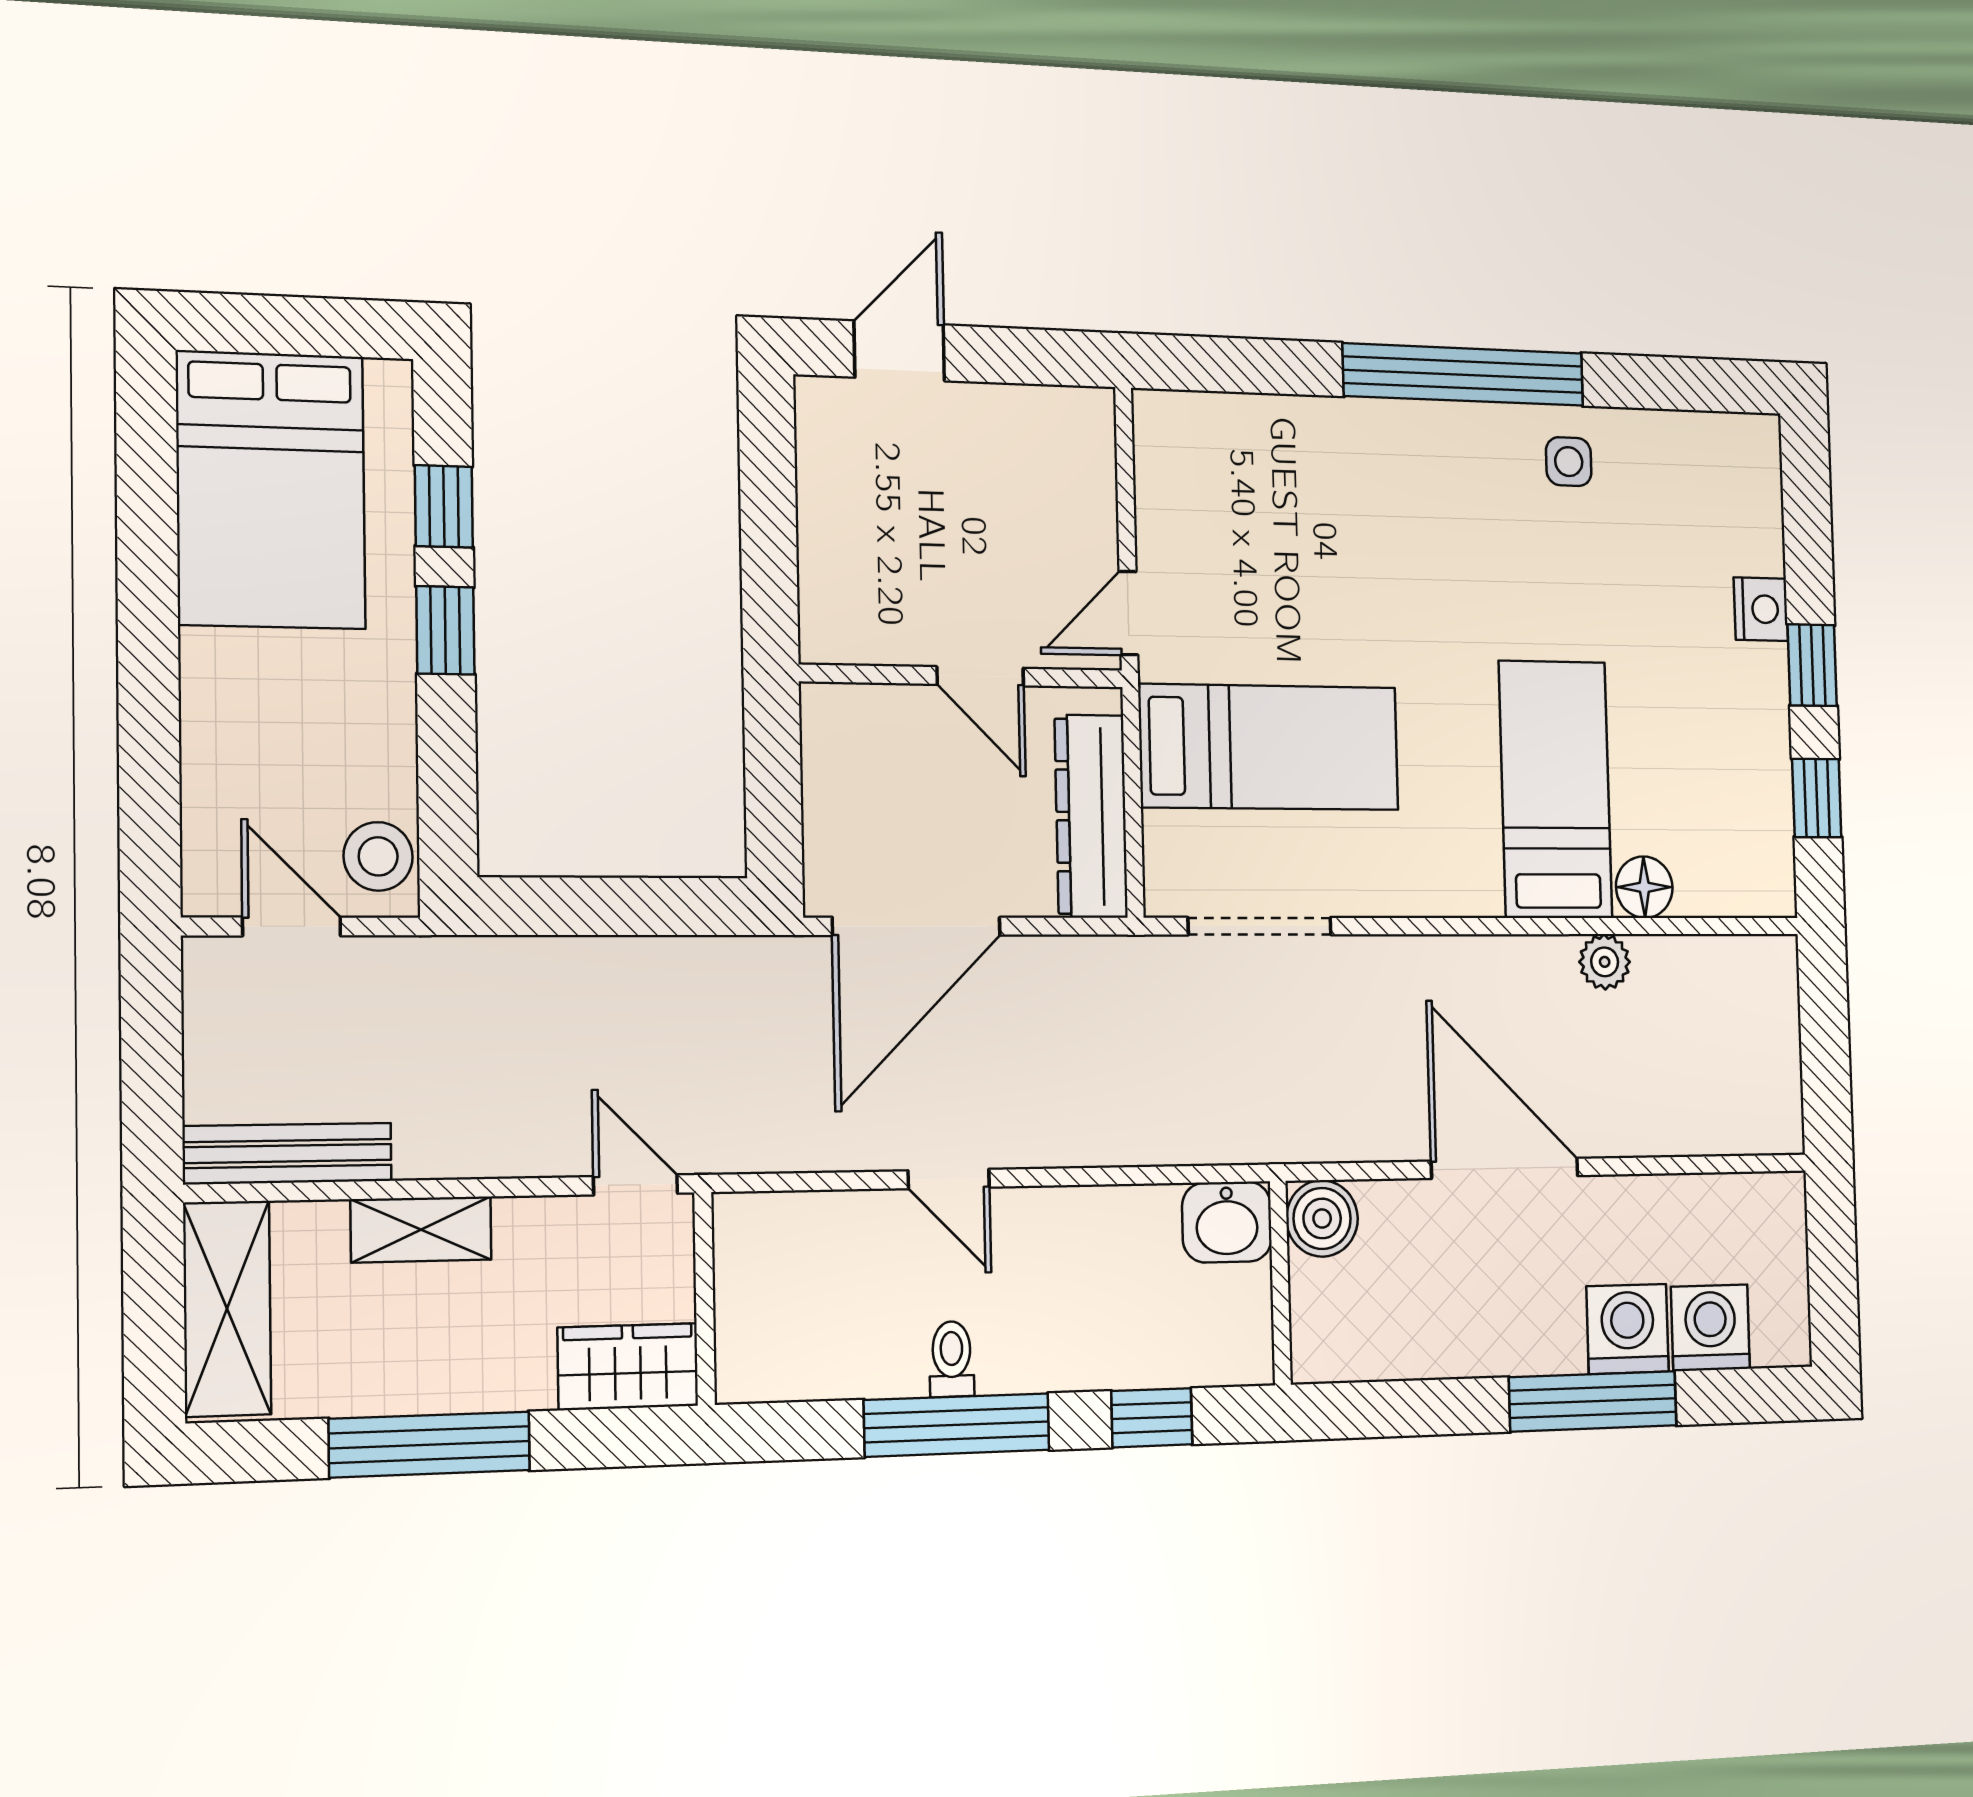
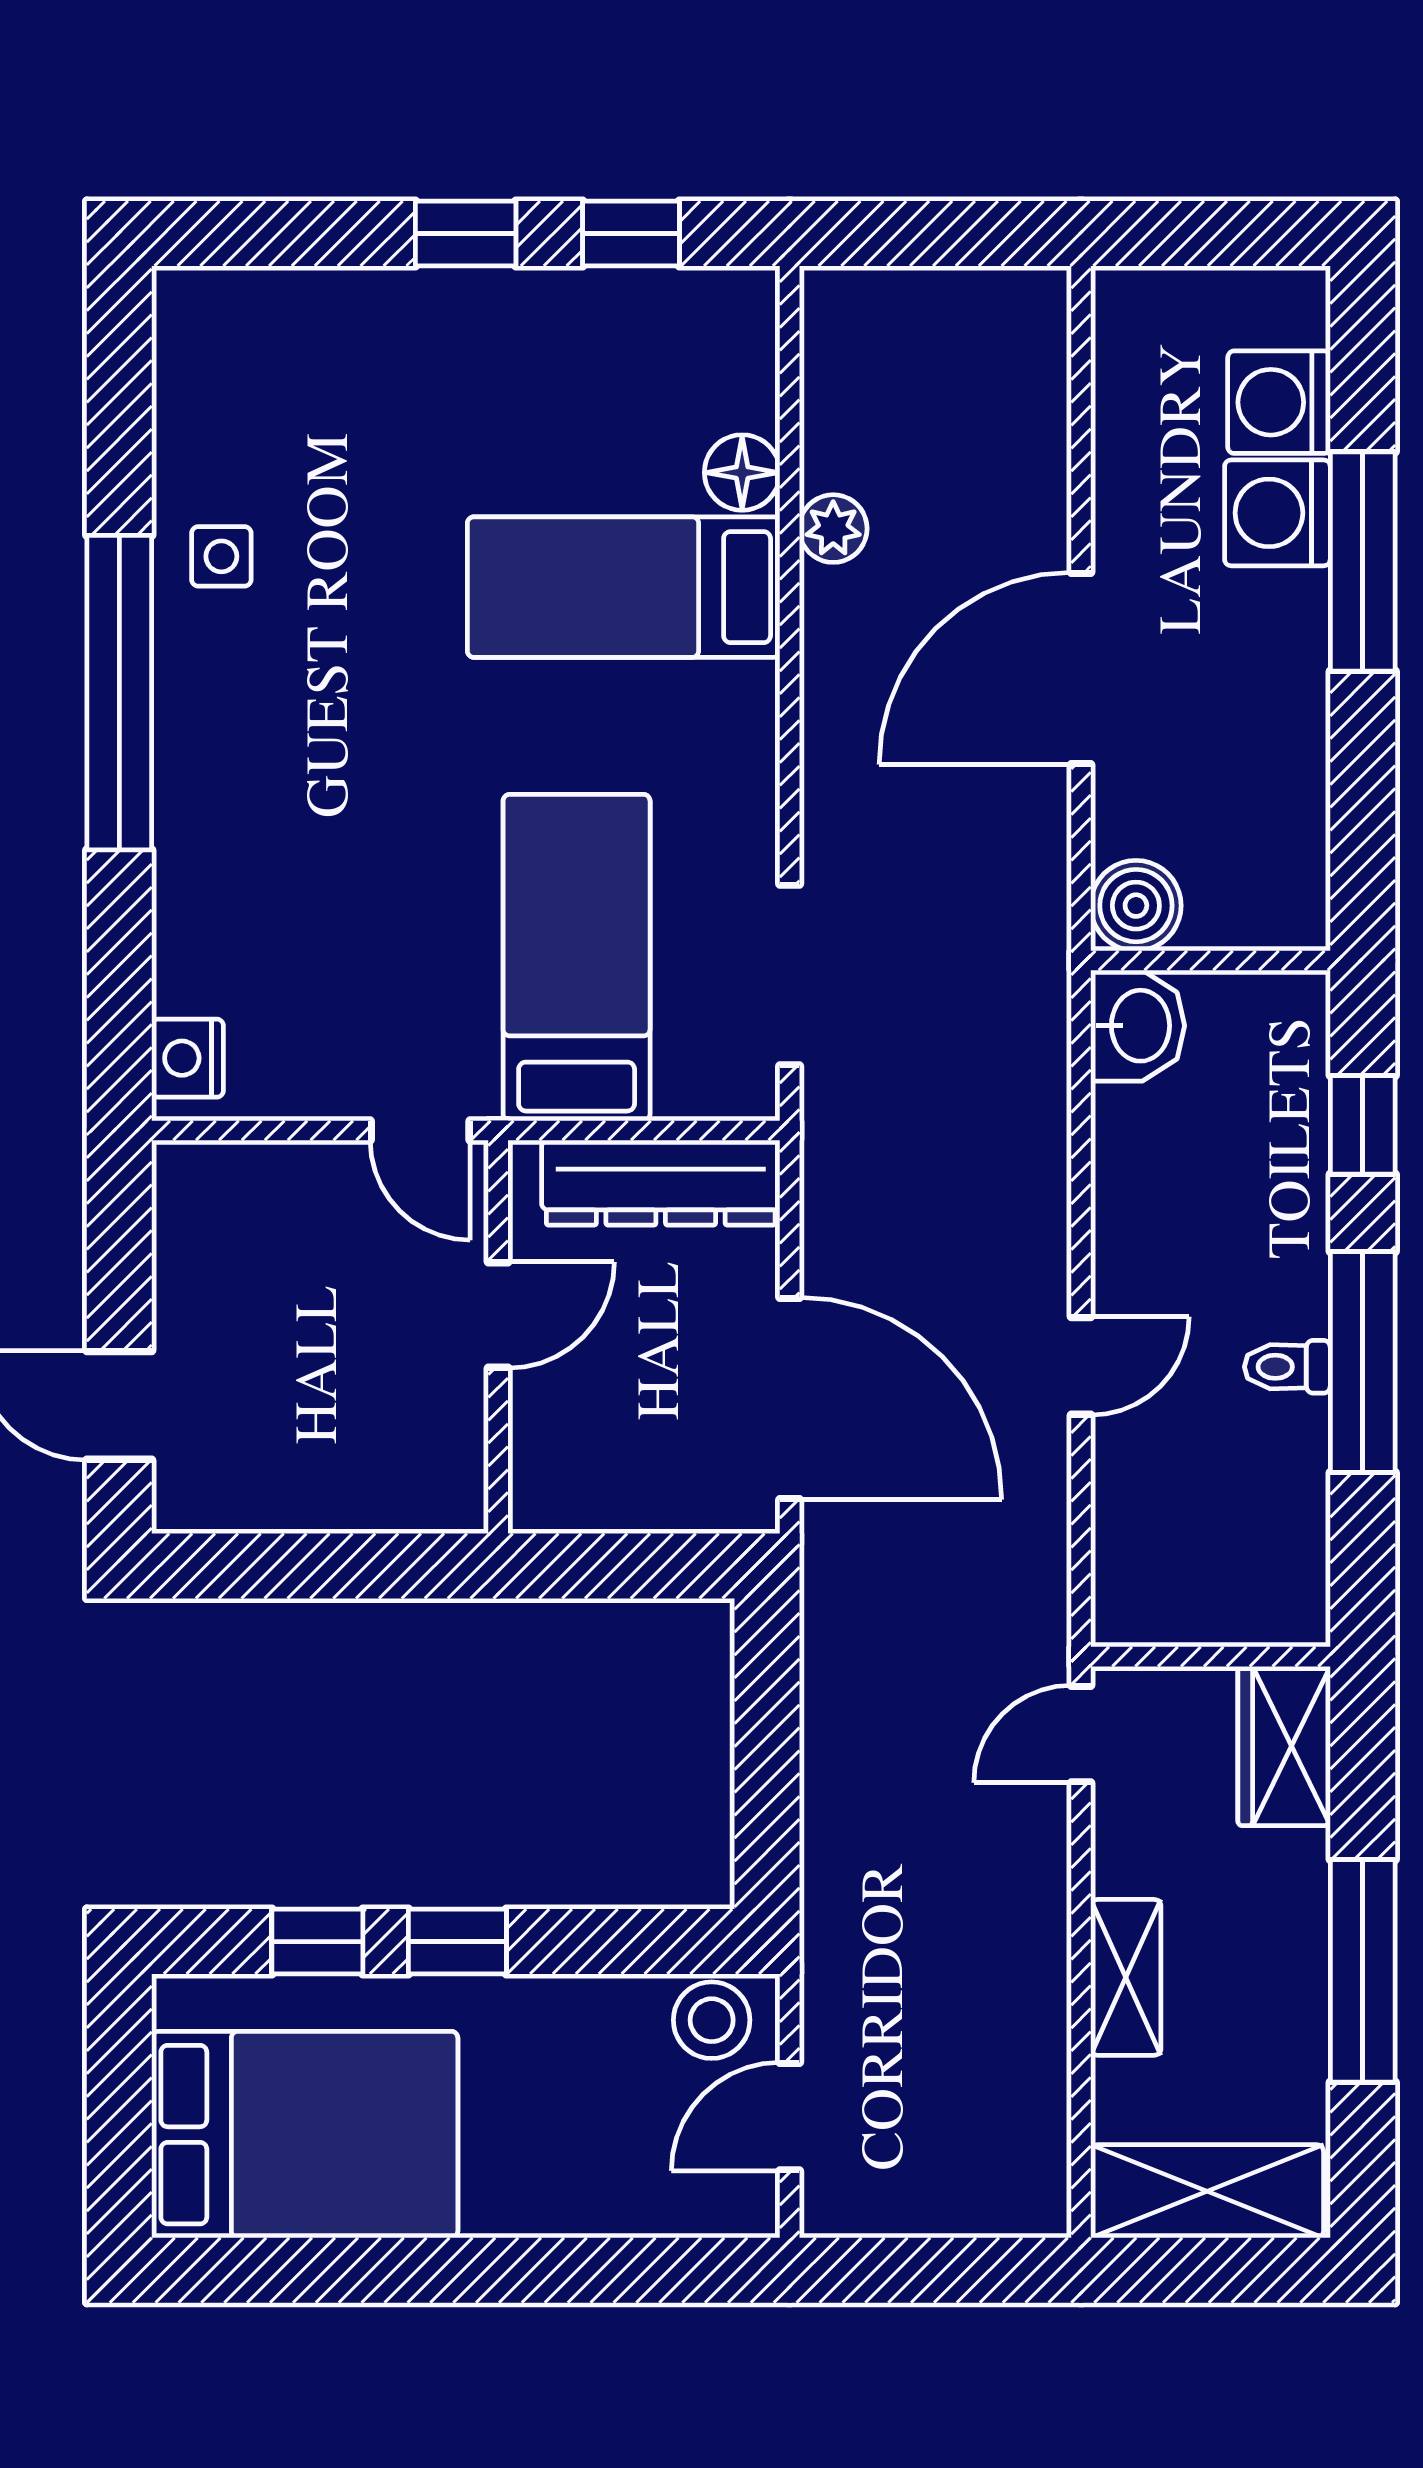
nightstand: (1761, 609) -> (188, 1058), moved, turned -90
bench: (287, 1154) -> (1039, 2124), removed

